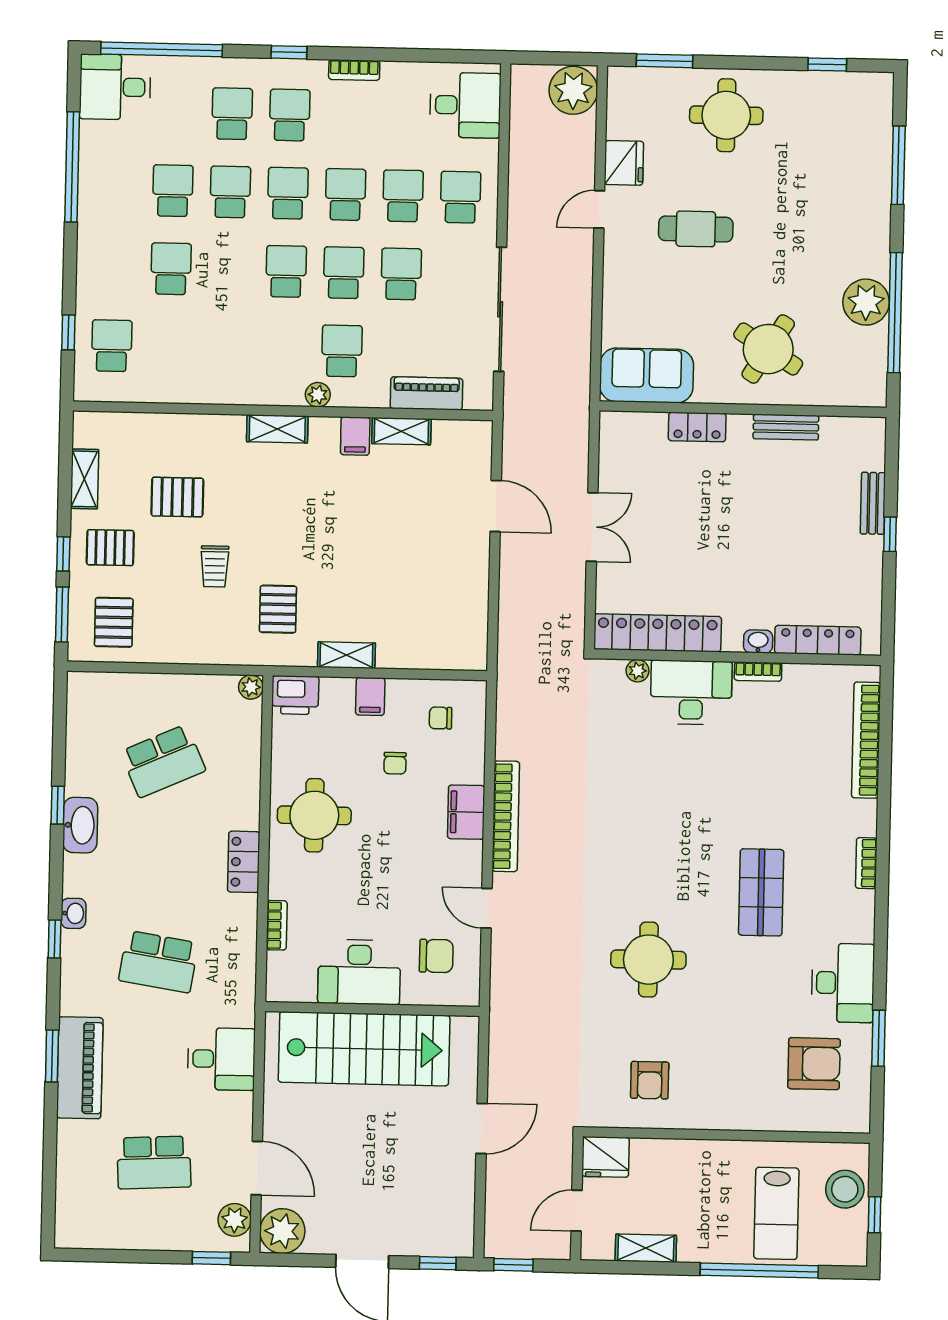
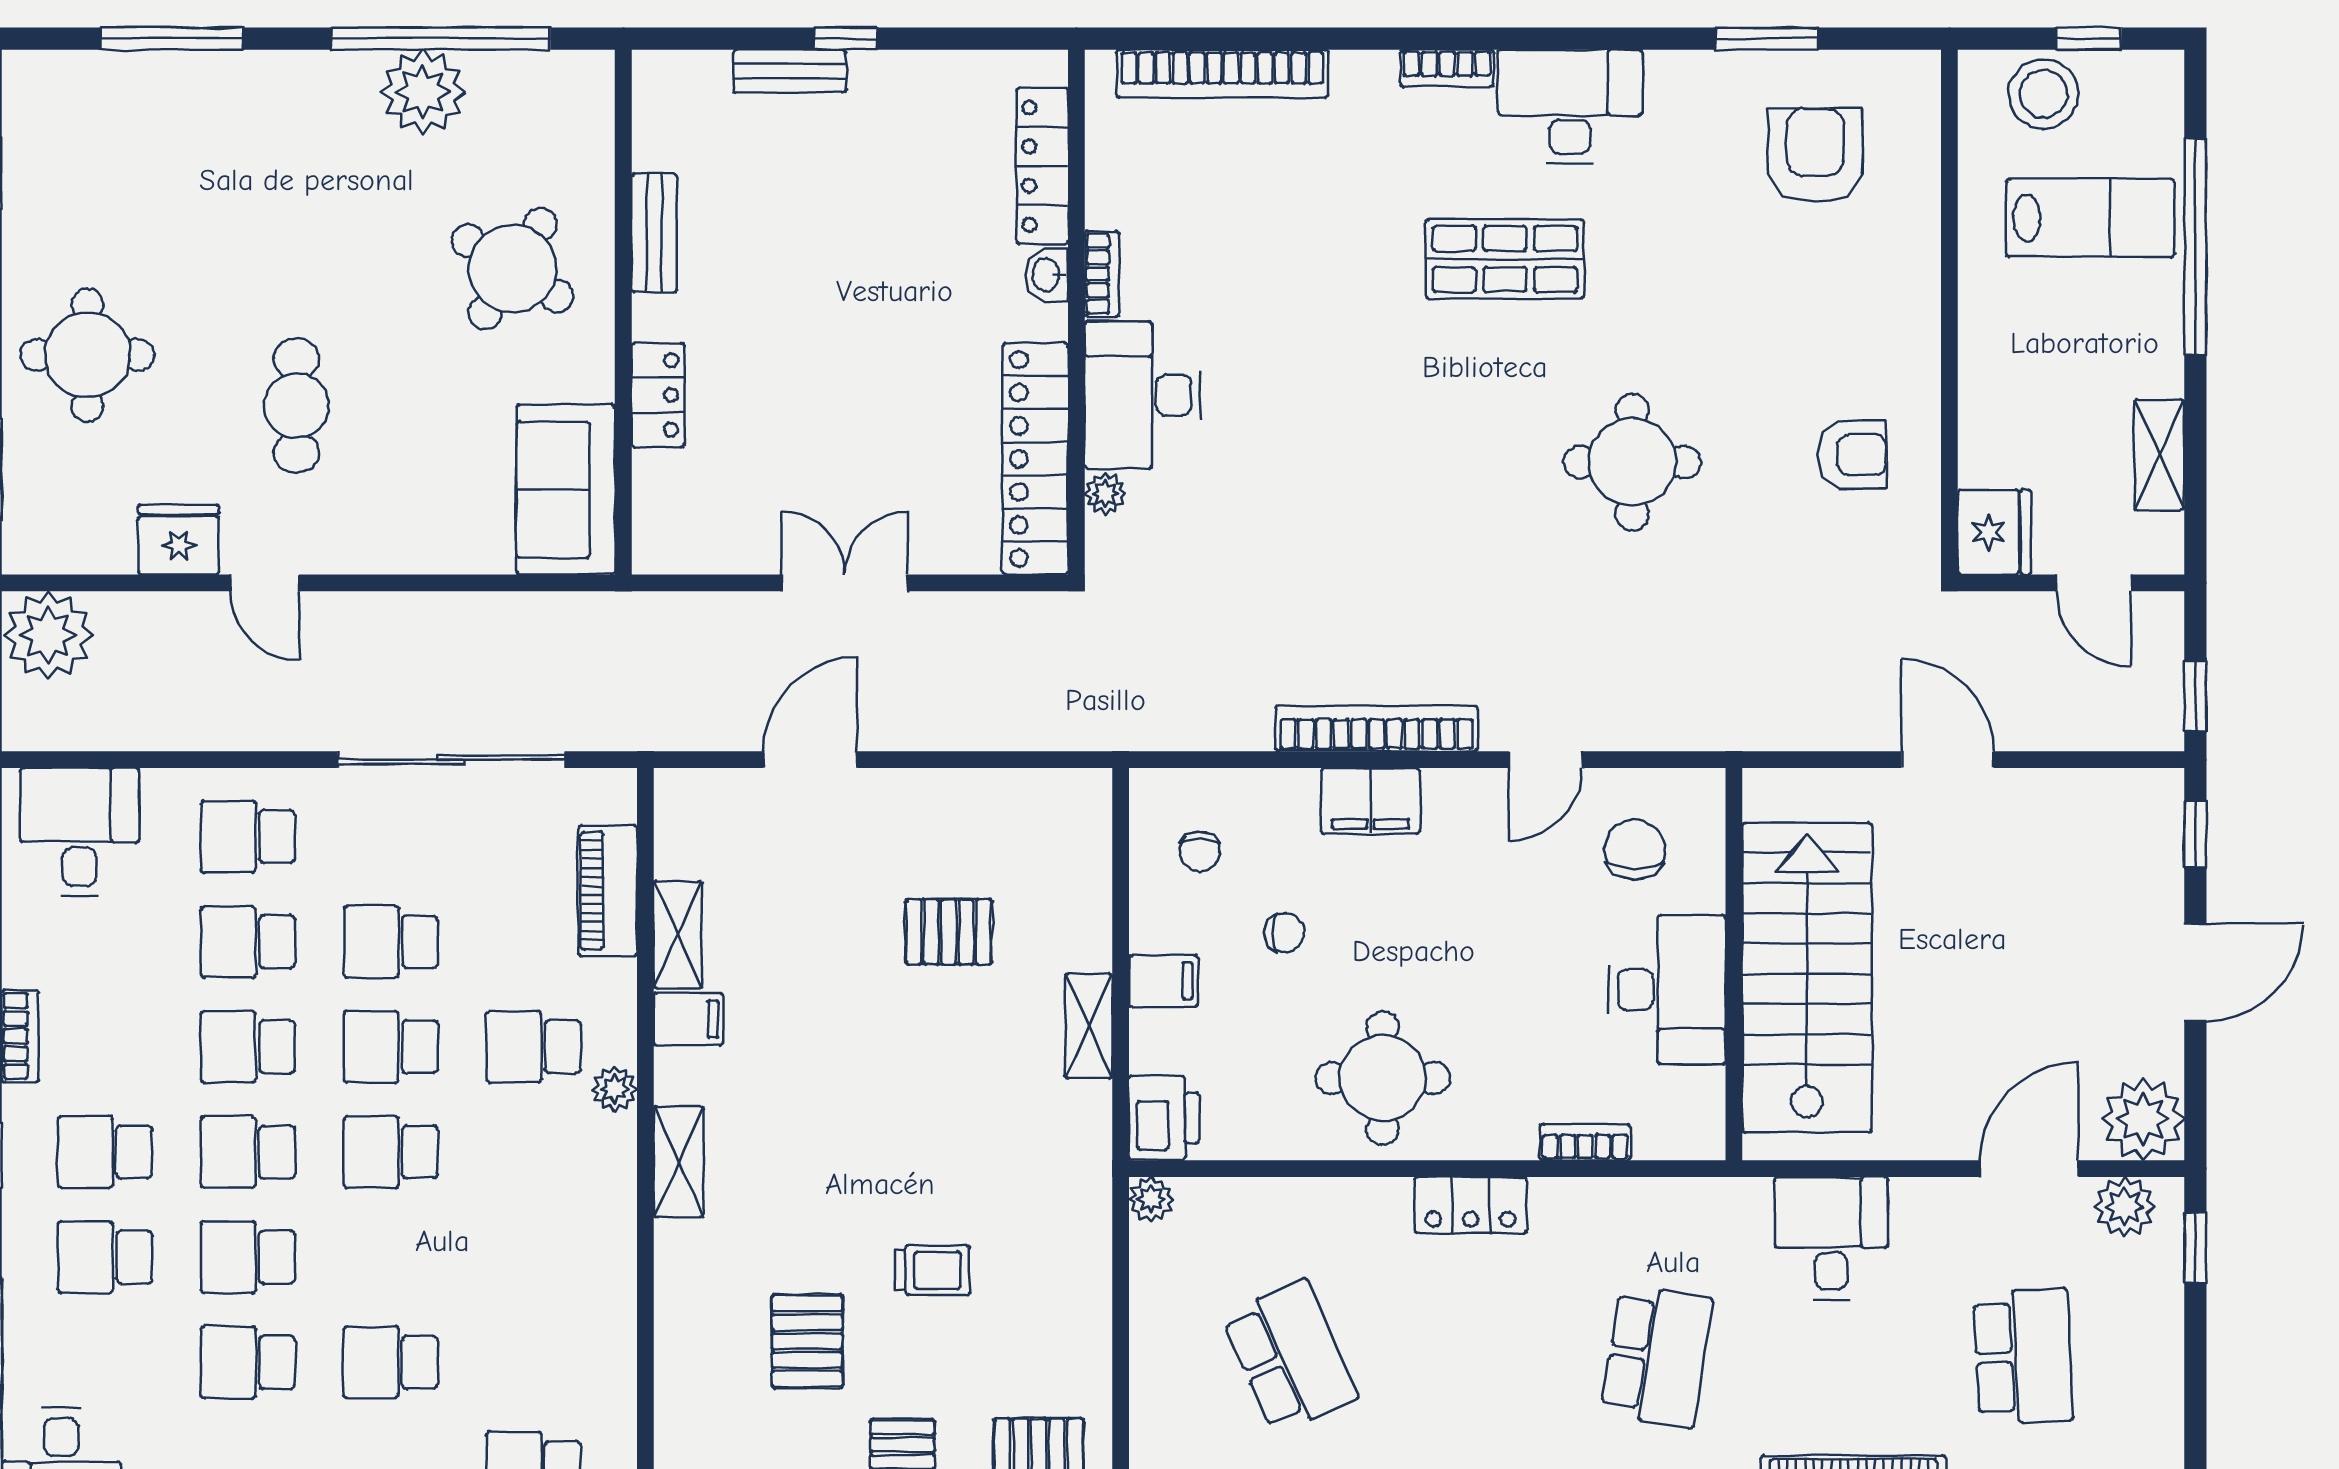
pallet: (278, 609) -> (949, 932), moved
desk: (843, 983) -> (1570, 106), moved

